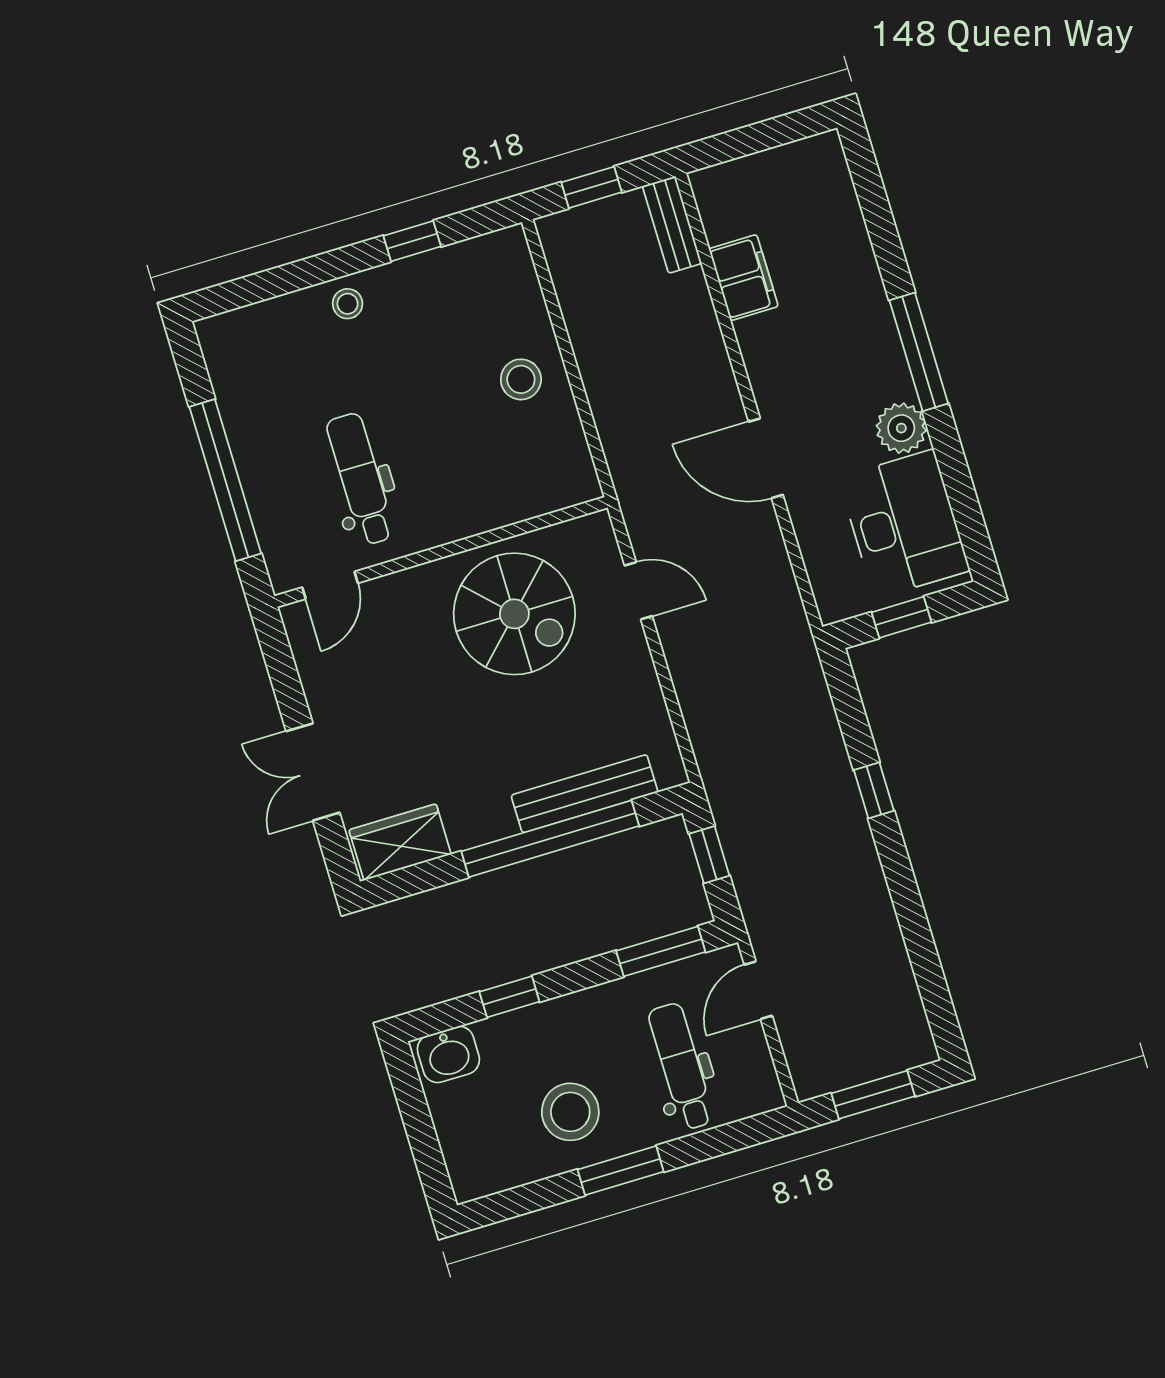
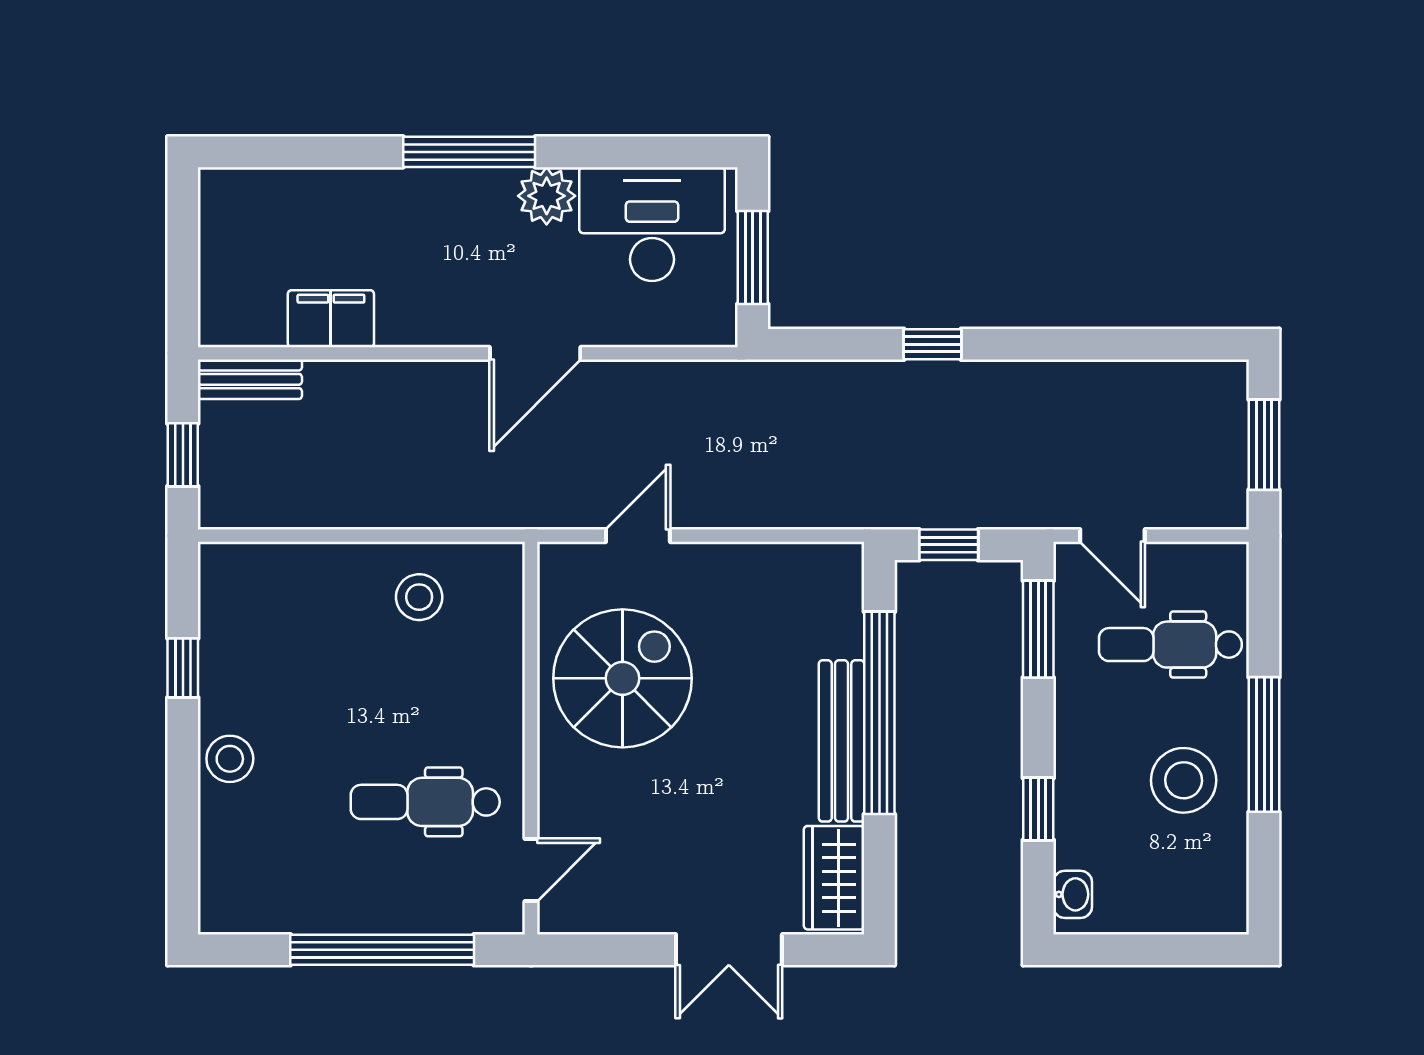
stool: (348, 304) -> (230, 759), width x1.37, depth x1.37
stool: (521, 379) -> (419, 597), moved
door: (330, 585) -> (531, 870), hinge flipped
window: (902, 617) -> (753, 257), width x1.50
bench: (585, 794) -> (842, 741), moved
washbasin: (448, 1054) -> (1073, 894), width x0.72, depth x0.69
window: (621, 1171) -> (1264, 745), width x1.44

